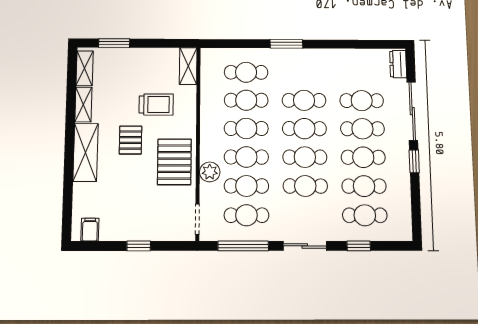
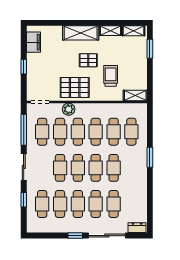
trolley: (156, 105) -> (111, 76), turned 180
filing cabinet: (90, 230) -> (33, 42), width x2.00

